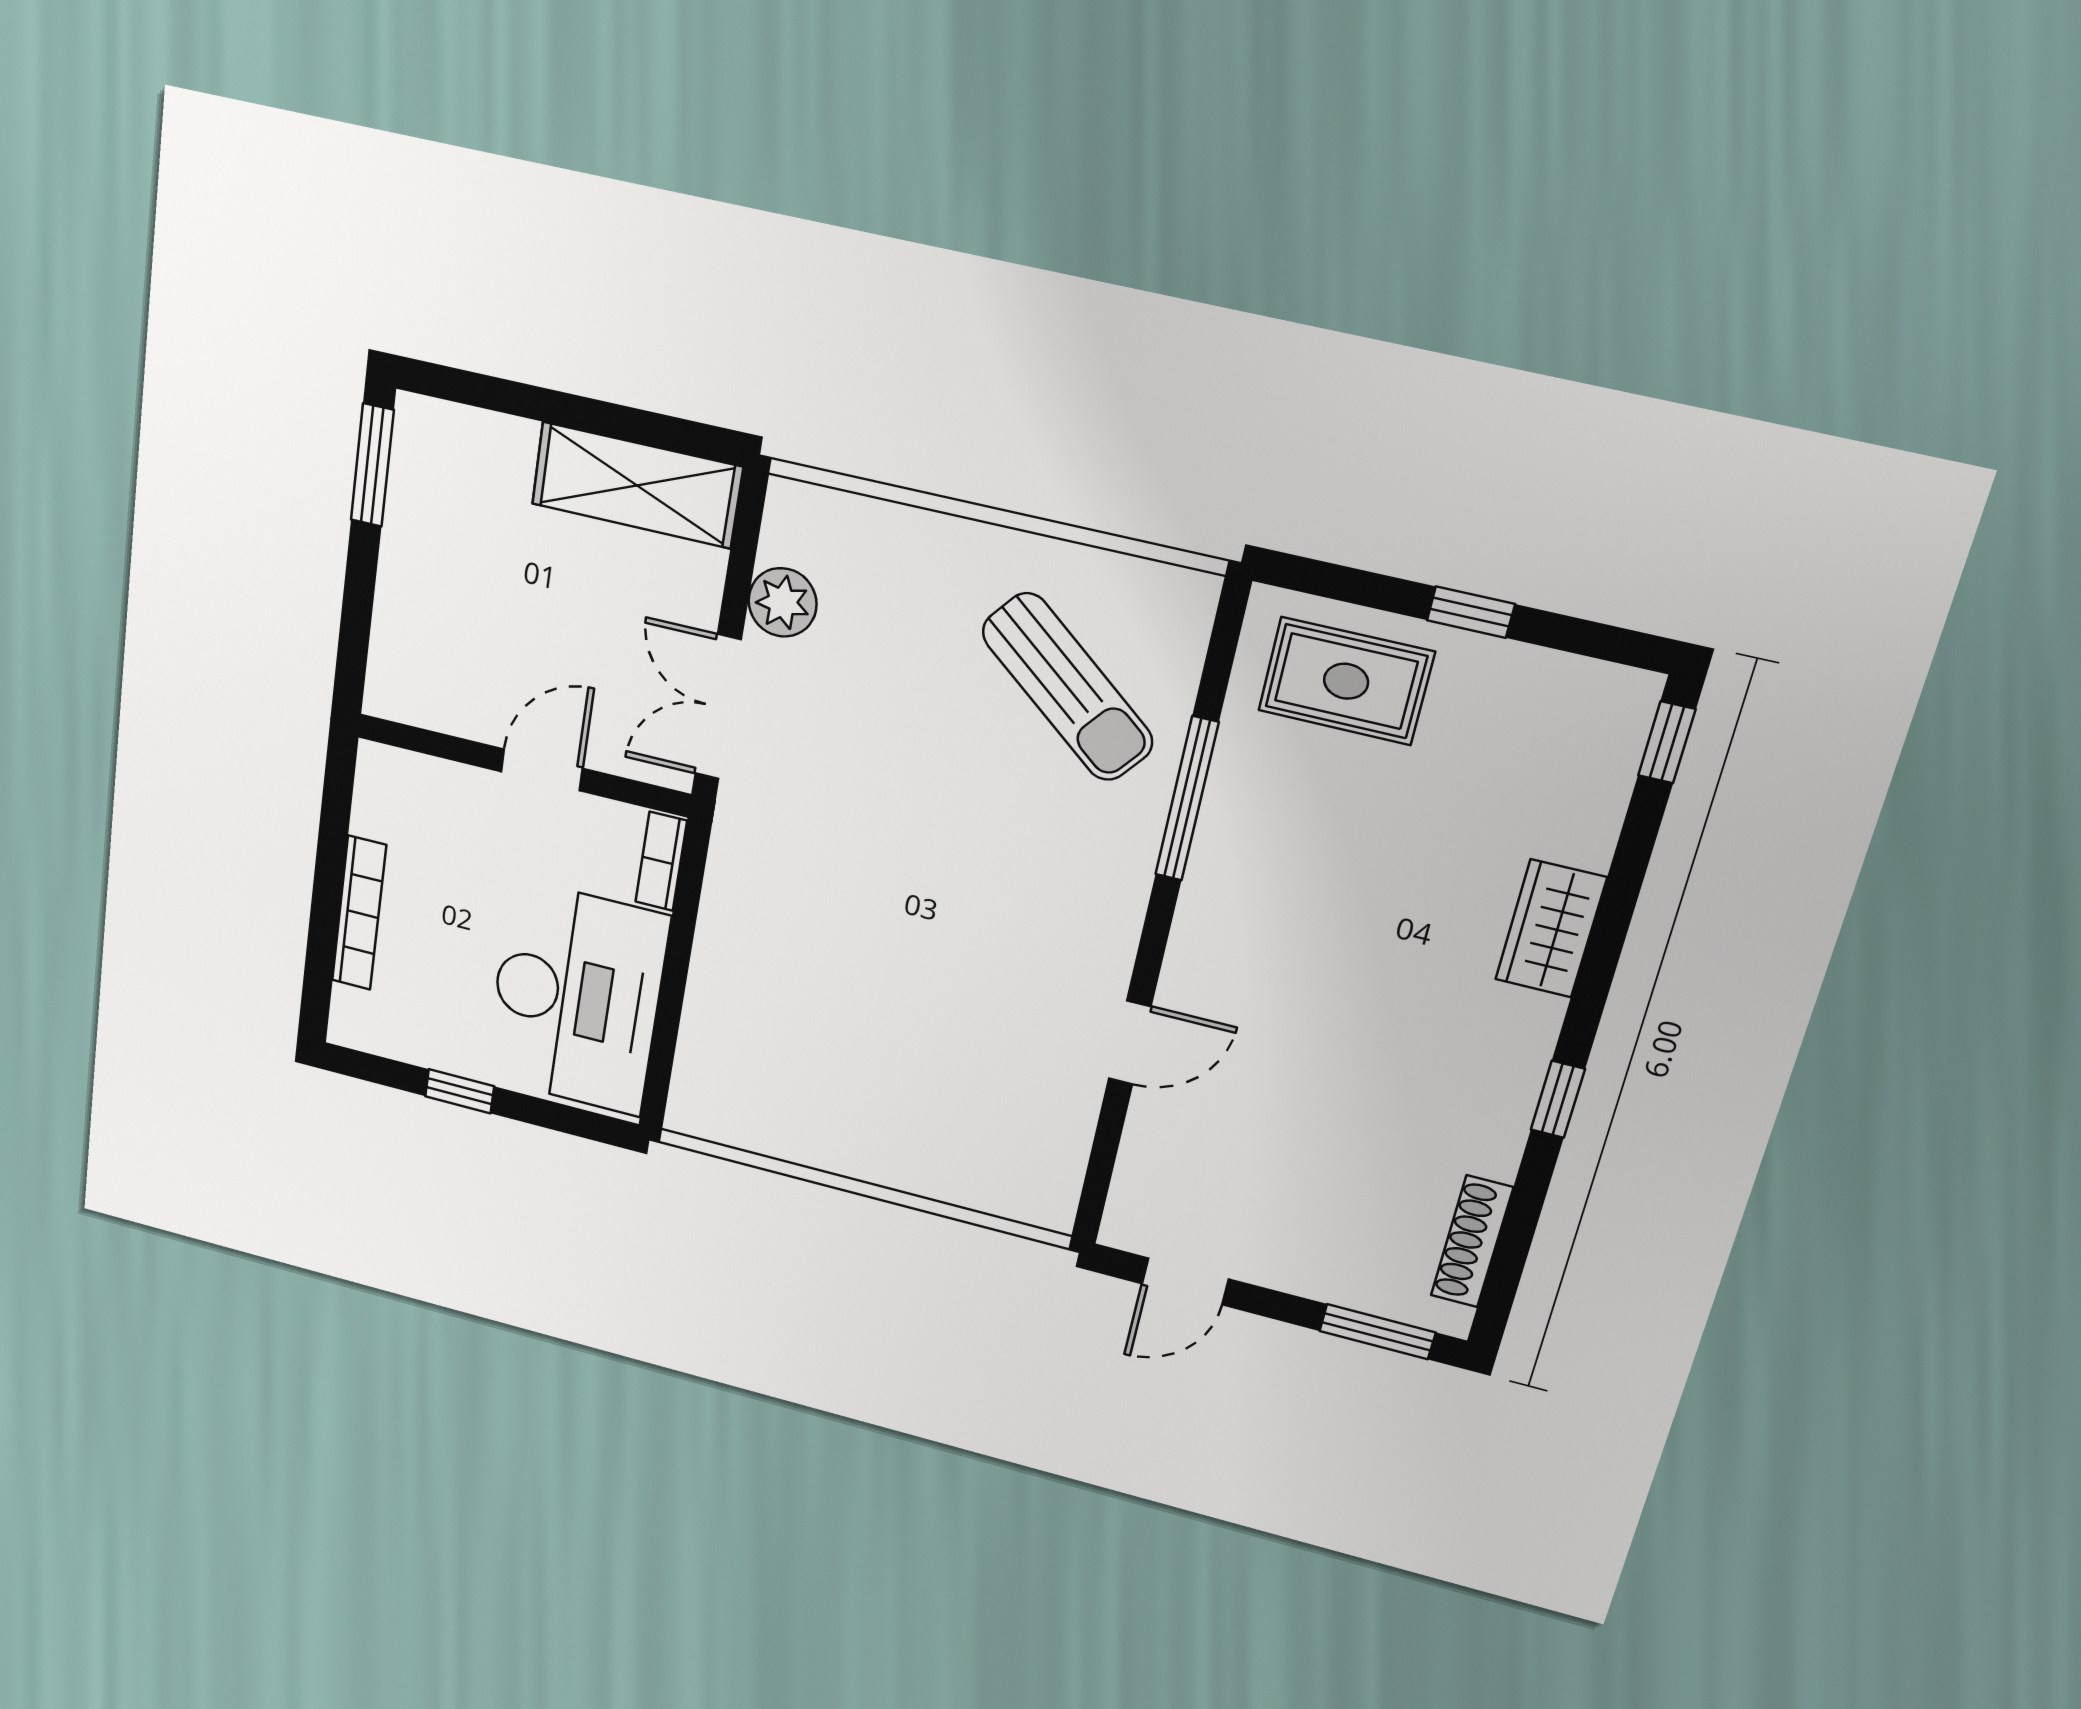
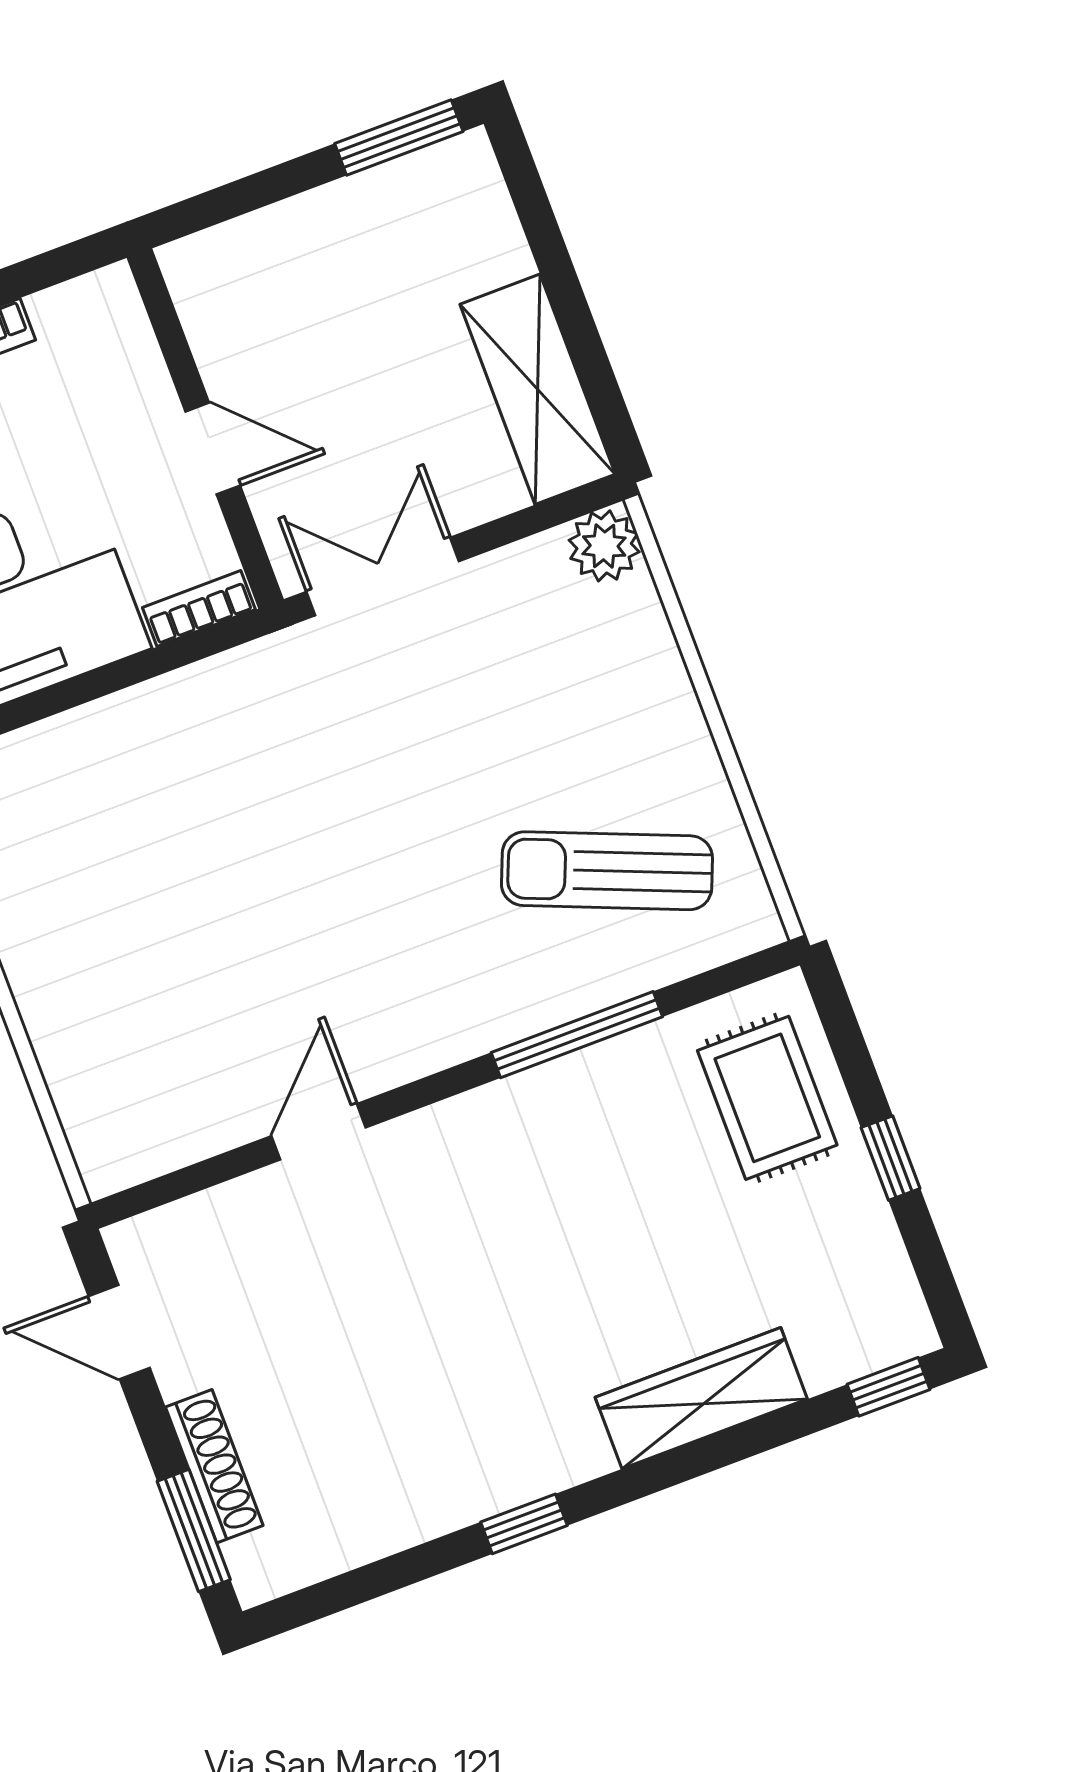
plant: (783, 602) -> (604, 546), moved
sun lounger: (1068, 687) -> (607, 871), turned 73
wardrobe: (1551, 929) -> (701, 1398), width x1.50
door: (1130, 1042) -> (319, 1132), swing flipped
shoe rack: (1472, 1242) -> (214, 1466), moved, turned 90

